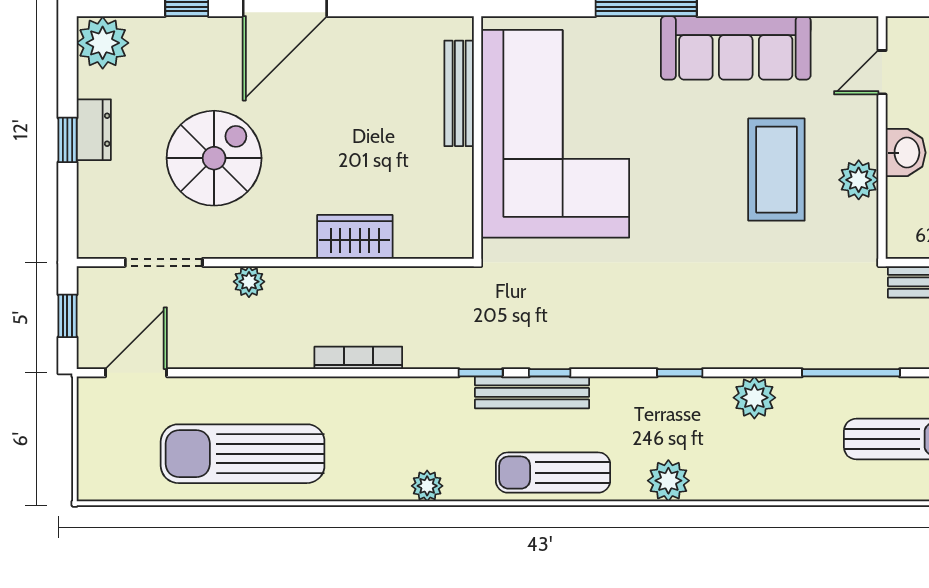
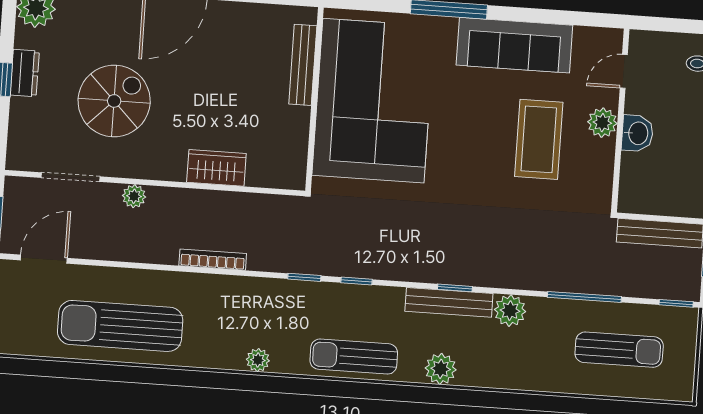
plant: (859, 180) -> (602, 123), moved
bench: (532, 392) -> (449, 302), moved

